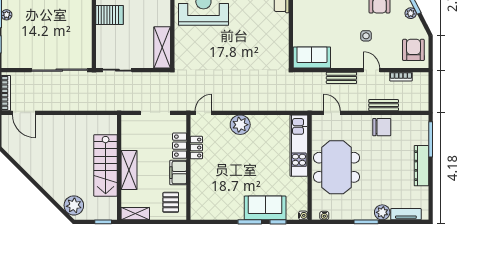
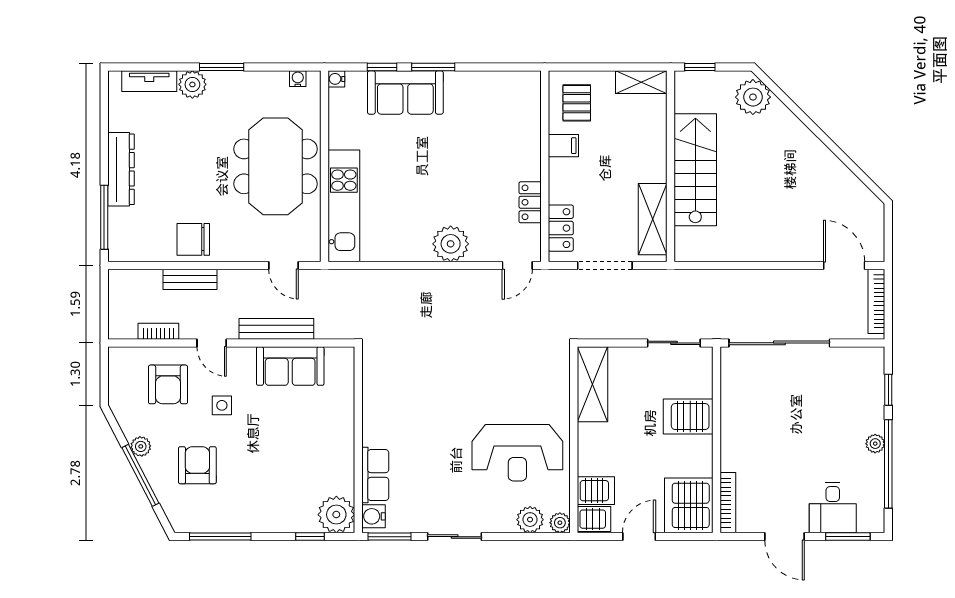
server rack: (109, 15) -> (688, 417), moved
armchair: (413, 50) -> (168, 384), moved
sofa: (312, 57) -> (290, 366), moved
bench: (341, 78) -> (276, 329), width x1.36
locker: (180, 146) -> (561, 228), moved
shelving: (129, 170) -> (653, 219), moved
filing cabinet: (178, 173) -> (563, 146), width x0.50

